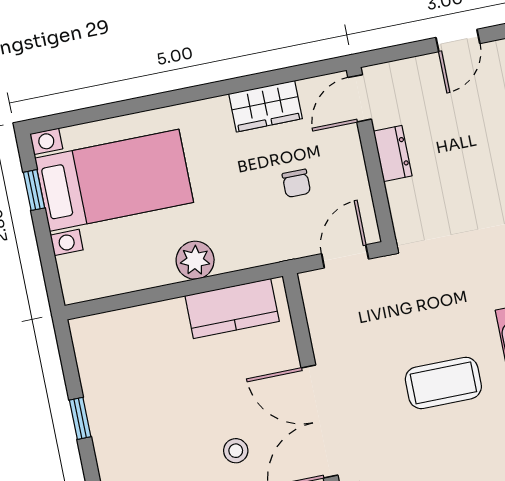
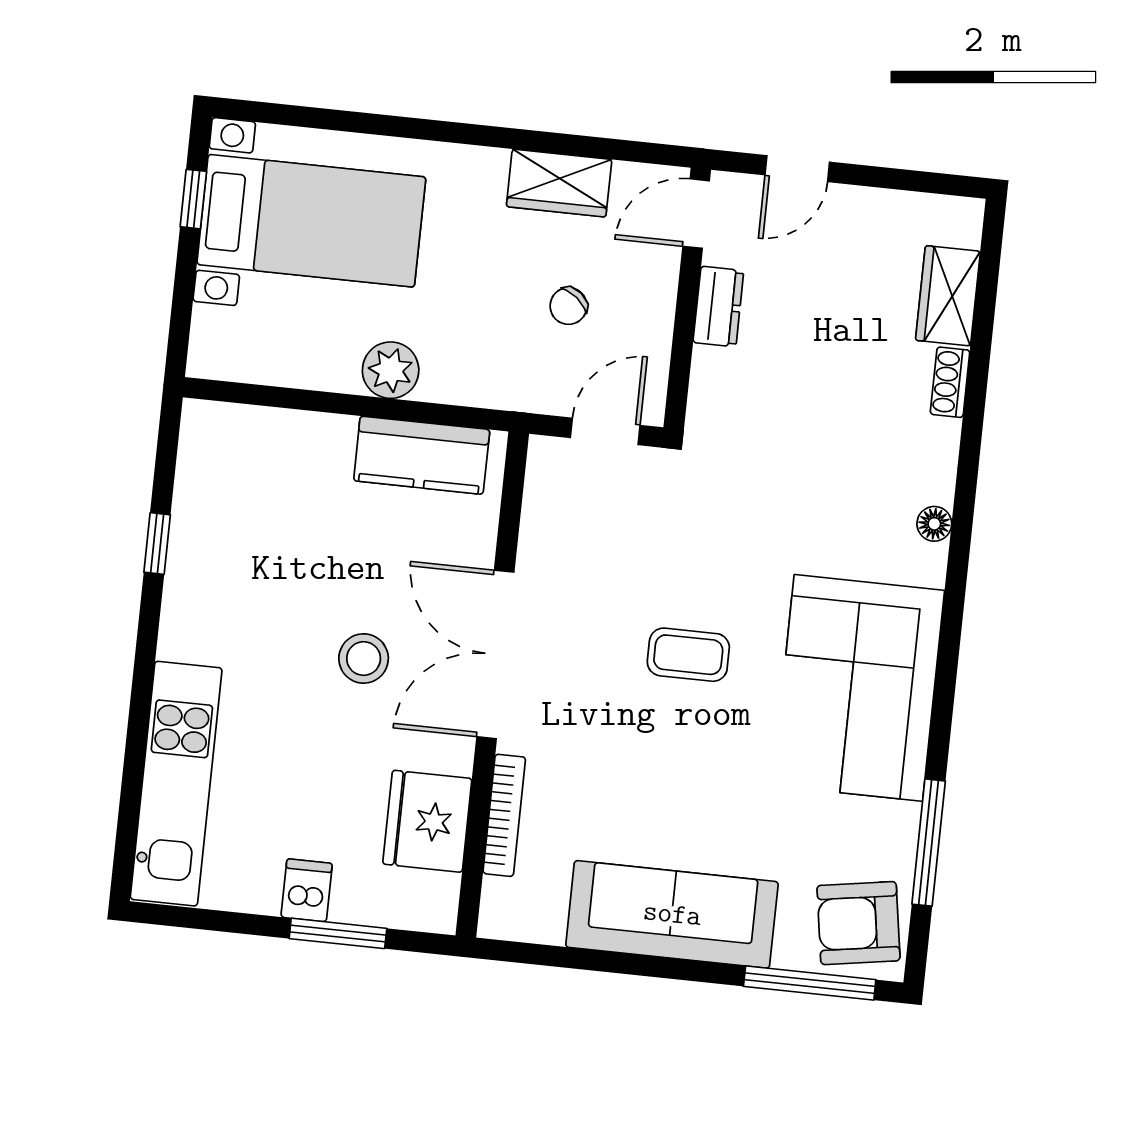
door: (458, 41) -> (797, 169), moved
chair: (296, 183) -> (568, 306), turned 39
coffee table: (443, 383) -> (688, 655), width x0.73, depth x0.77
stool: (236, 451) -> (364, 659), width x1.37, depth x1.37

